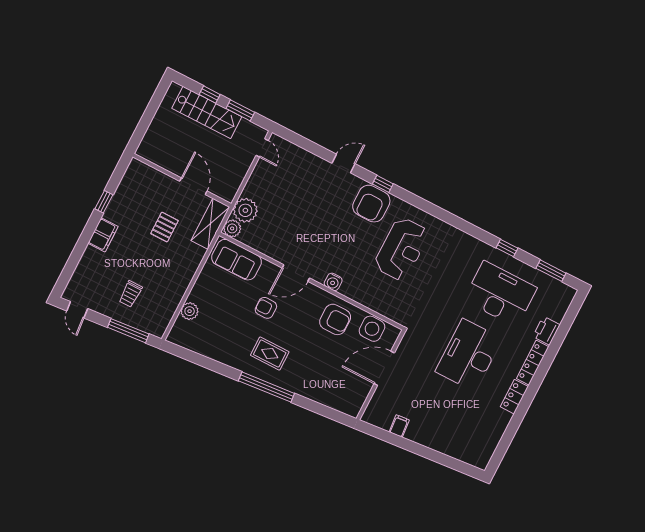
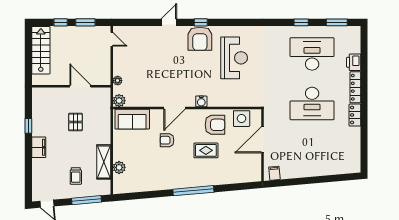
stairs: (207, 112) -> (41, 50), moved, turned -90
plant: (245, 210) -> (118, 81), width x0.53, depth x0.53
shelving: (210, 224) -> (104, 162), moved
rug: (270, 354) -> (206, 150), moved
desk: (469, 355) -> (312, 103), turned -90
filing cabinet: (399, 426) -> (274, 173), moved

